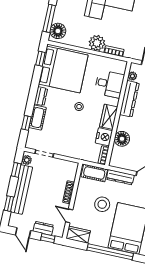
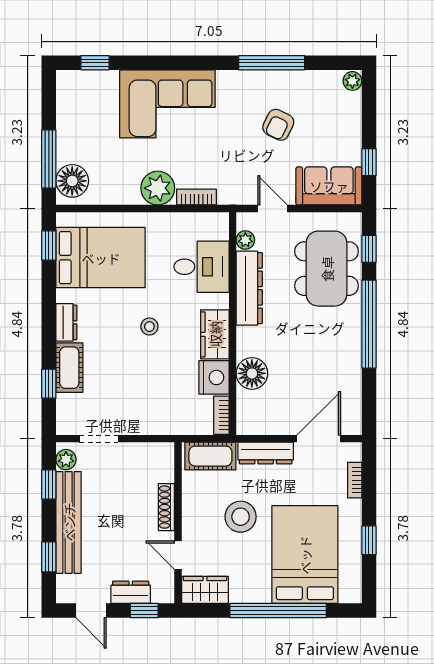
bed: (63, 70) -> (101, 258), width x0.73

